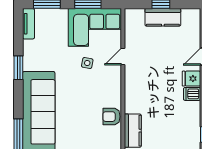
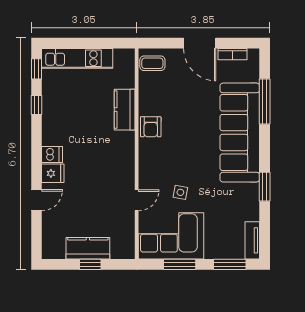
armchair: (111, 117) -> (151, 127), turned 90

